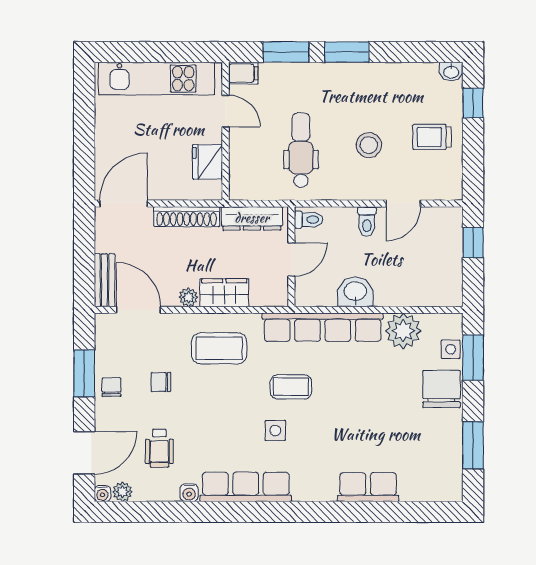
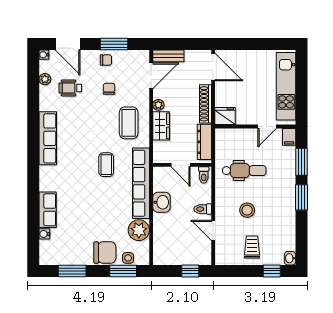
fridge: (208, 162) -> (225, 116), moved
side table: (275, 430) -> (81, 156), removed
plant: (122, 492) -> (45, 79), moved
water cooler: (189, 493) -> (44, 234), moved

